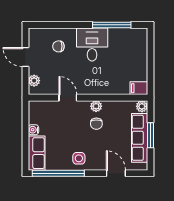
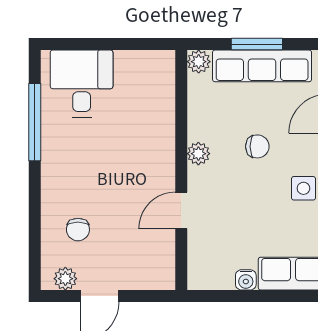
desk: (92, 44) -> (82, 83), moved, turned 90
plant: (34, 81) -> (65, 279), moved
filing cabinet: (139, 88) -> (162, 68), removed
chair: (96, 124) -> (257, 146), moved

